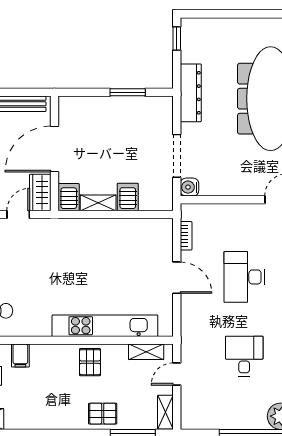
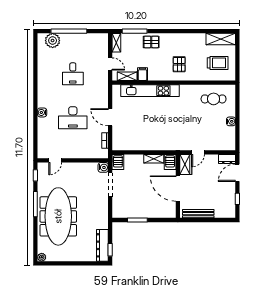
dresser: (191, 93) -> (102, 245), moved
door: (55, 149) -> (178, 189), swing flipped
server rack: (128, 197) -> (118, 162), moved
desk: (244, 277) -> (73, 118), turned 90
filing cabinet: (20, 356) -> (143, 74), moved
pallet: (90, 362) -> (179, 64), moved
door: (177, 374) -> (110, 64), hinge flipped

